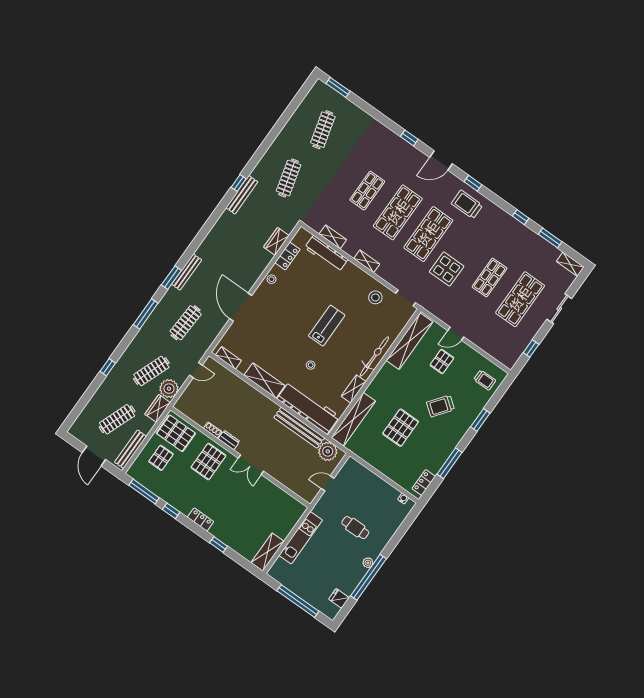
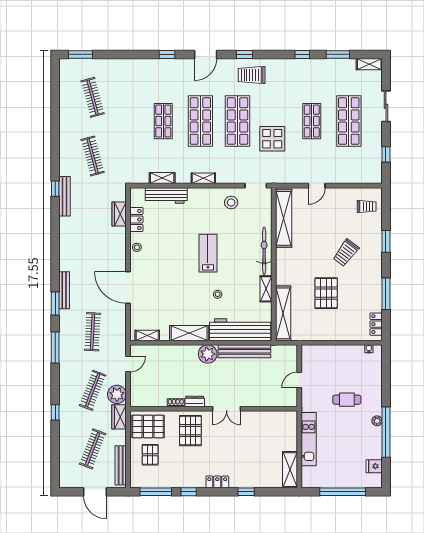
pallet: (442, 362) -> (322, 216), removed
plant: (328, 451) -> (208, 354), moved

